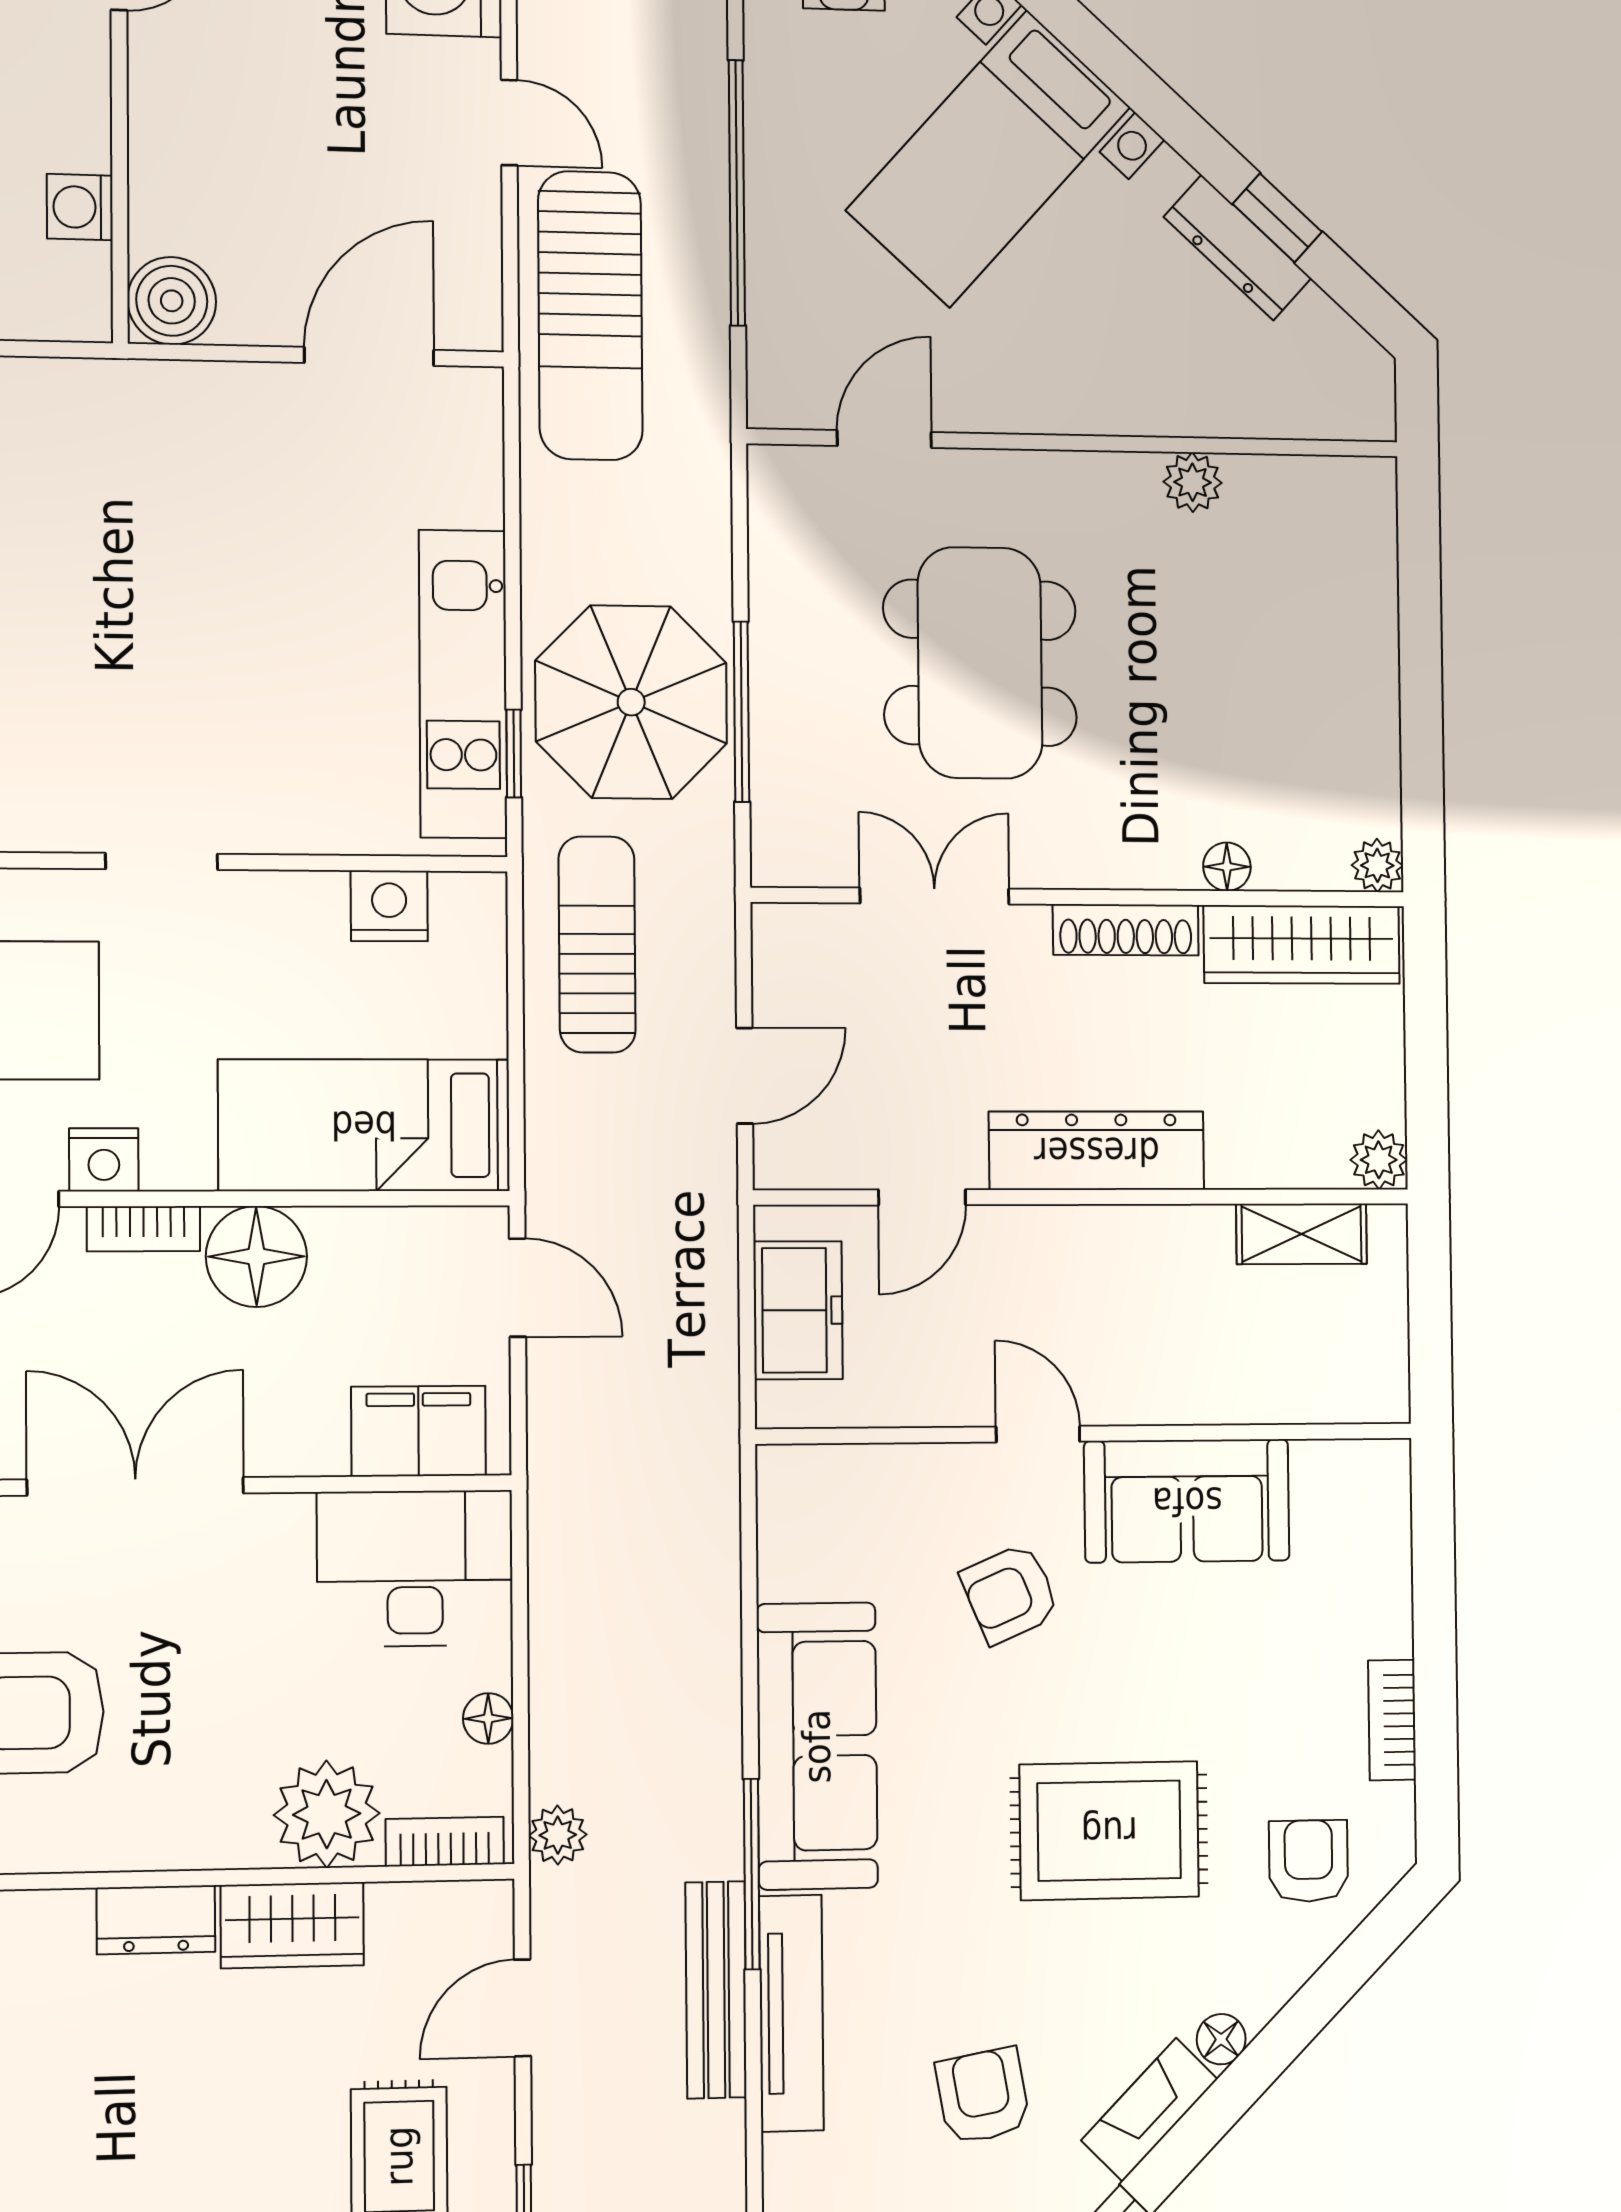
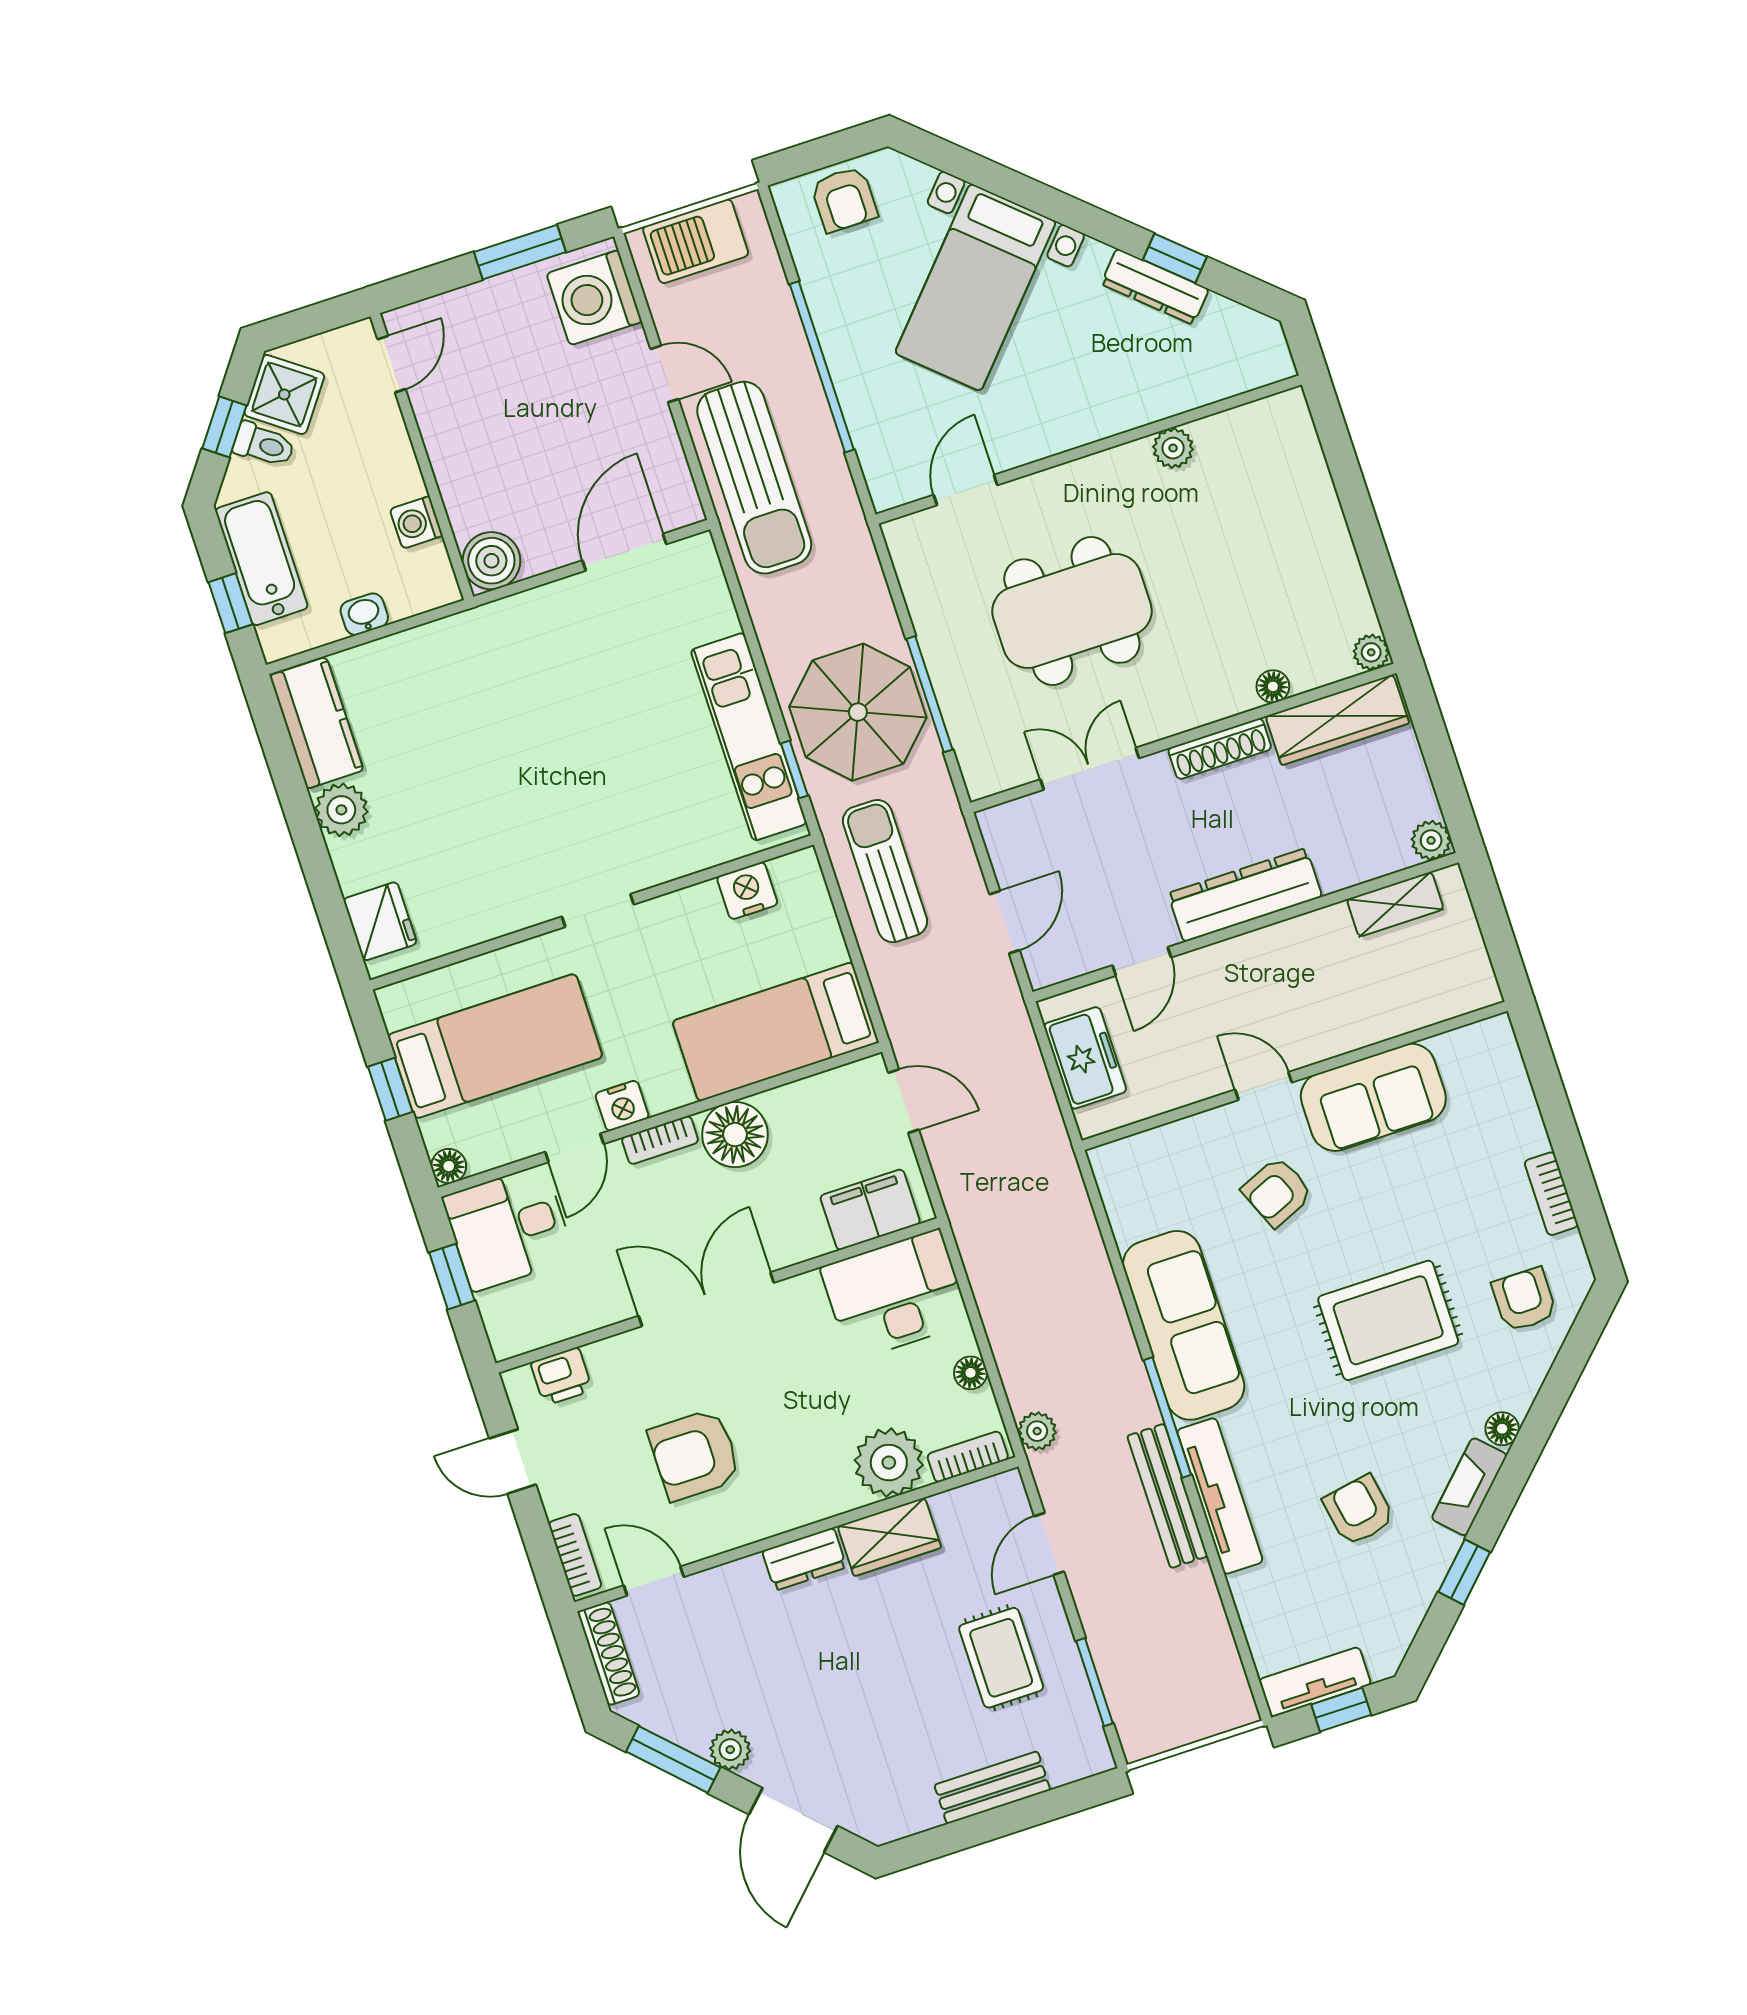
dining table: (980, 663) -> (1072, 611), turned 90

